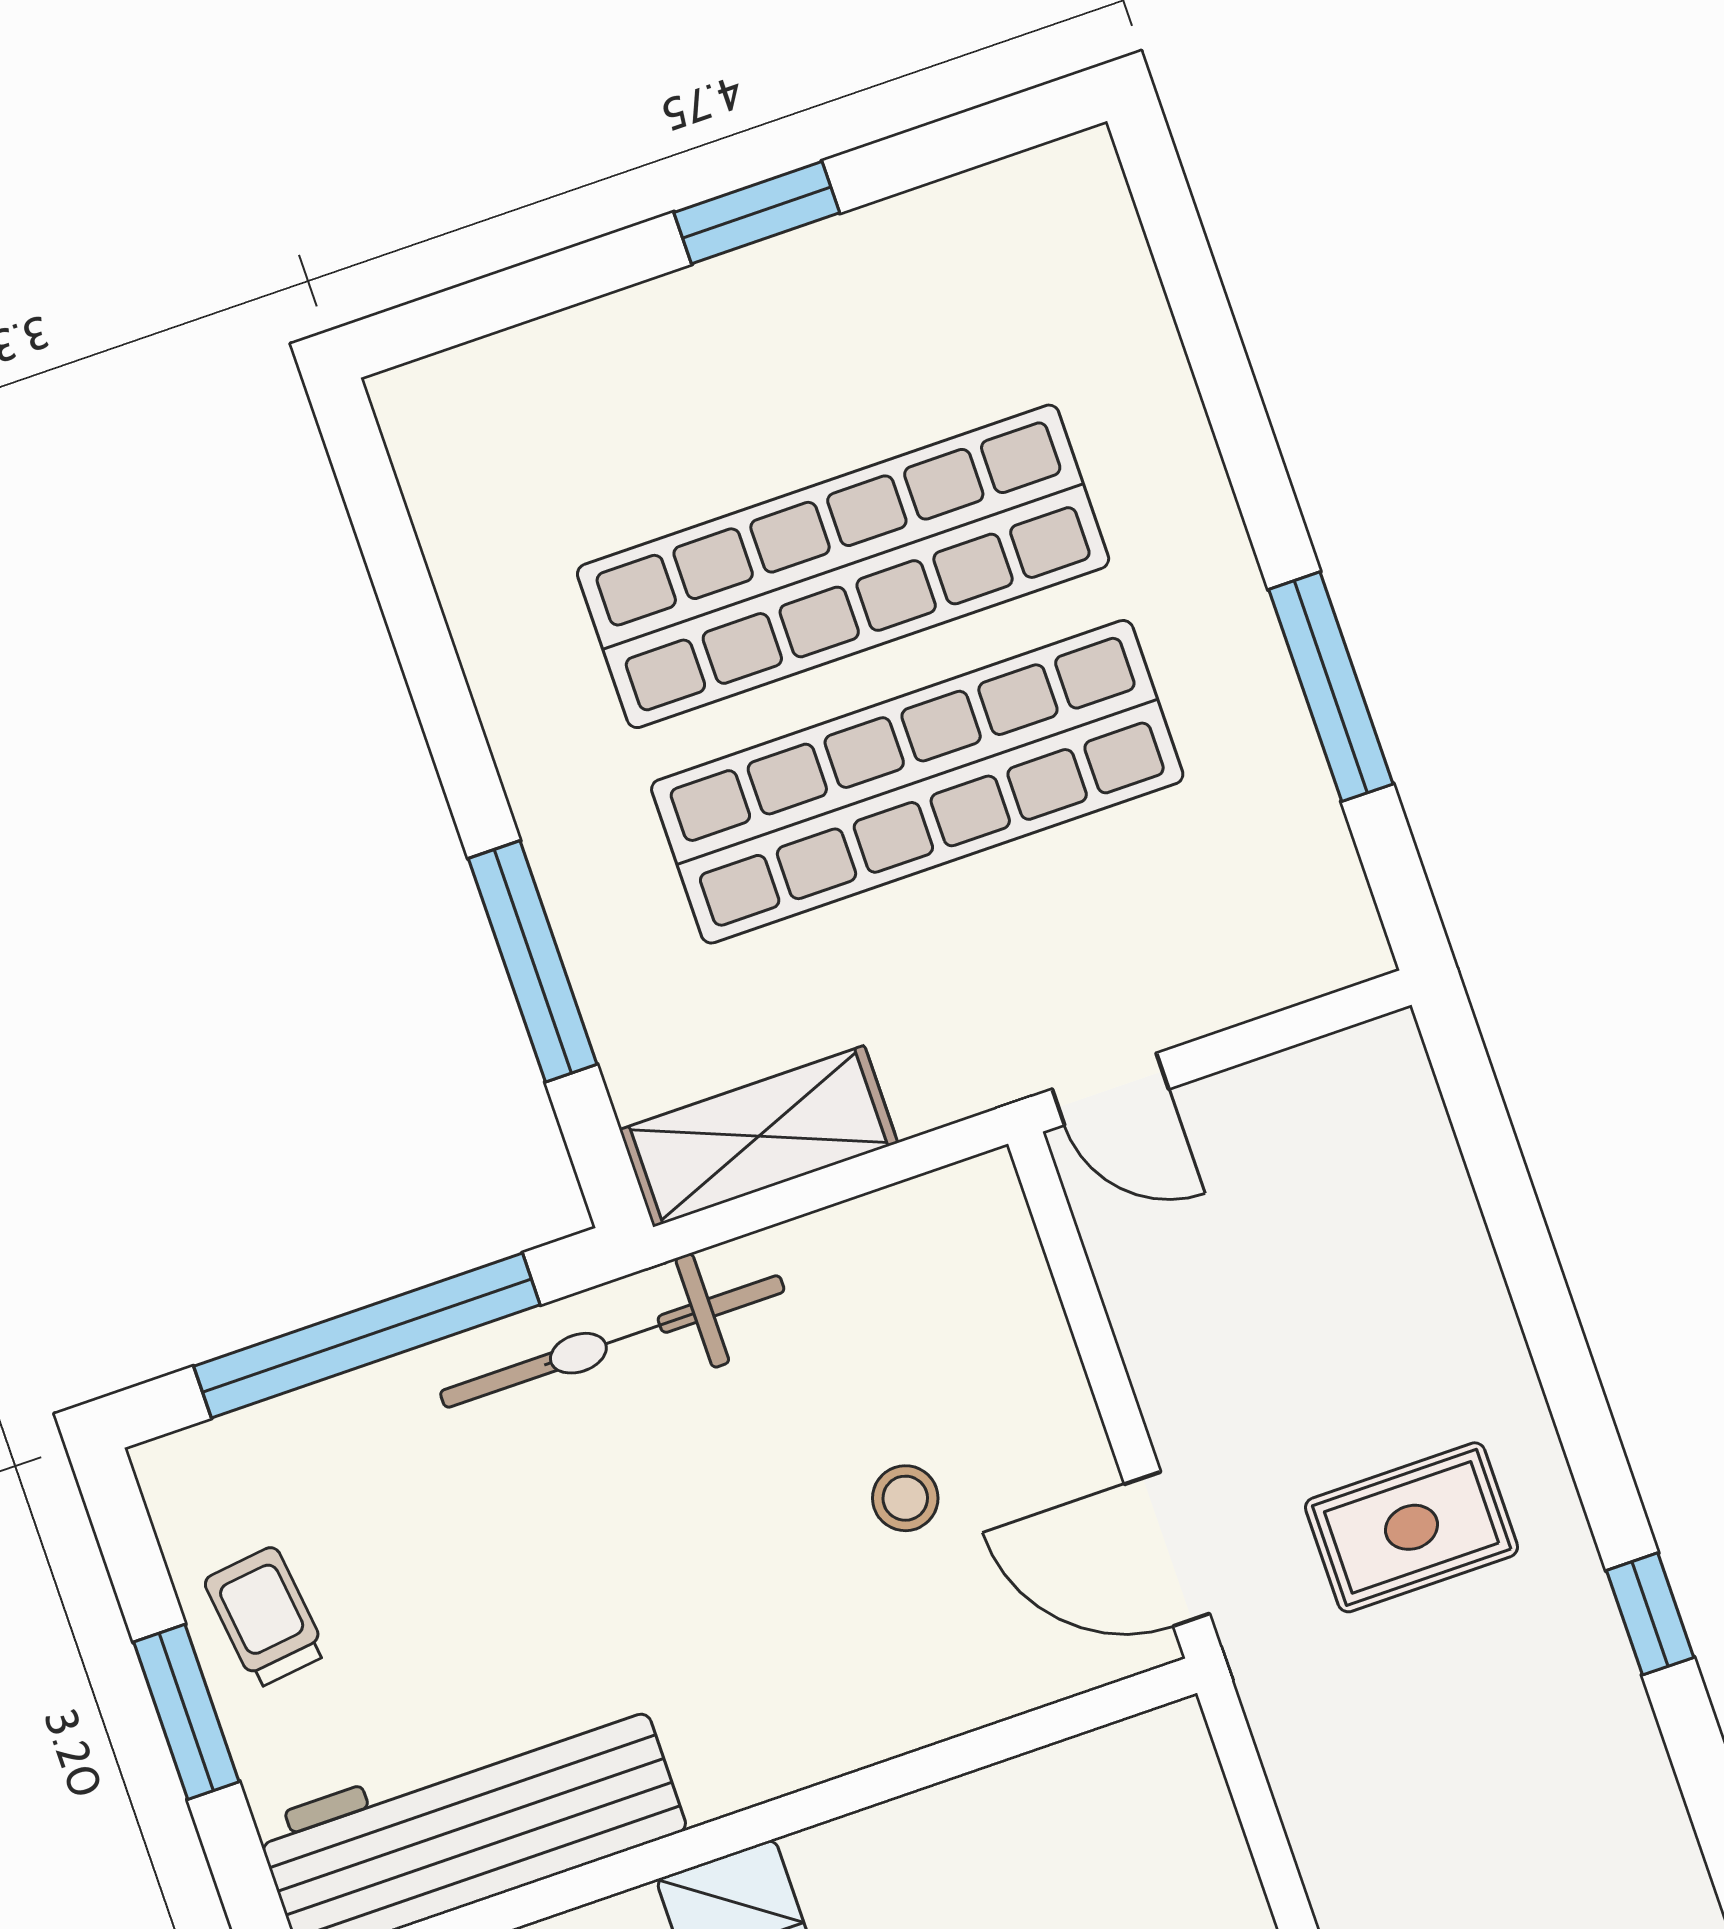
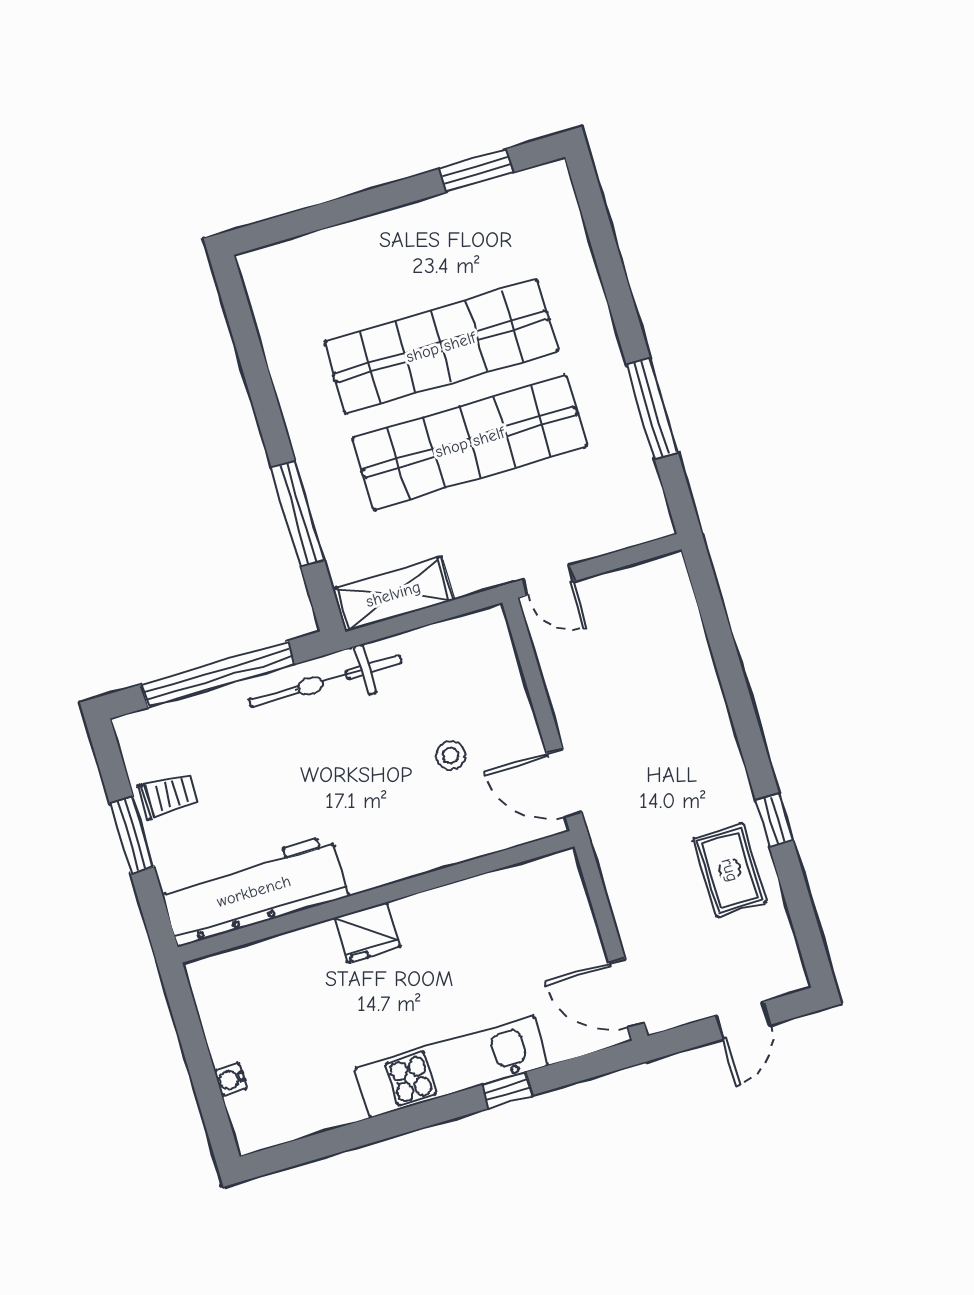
window: (757, 213) -> (476, 171), moved
rug: (1412, 1527) -> (730, 870), moved, turned 90
trolley: (265, 1617) -> (168, 795), turned 97

